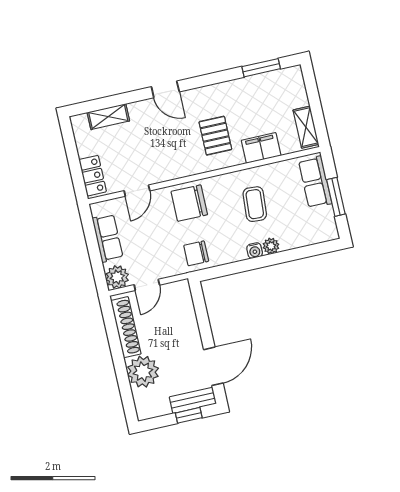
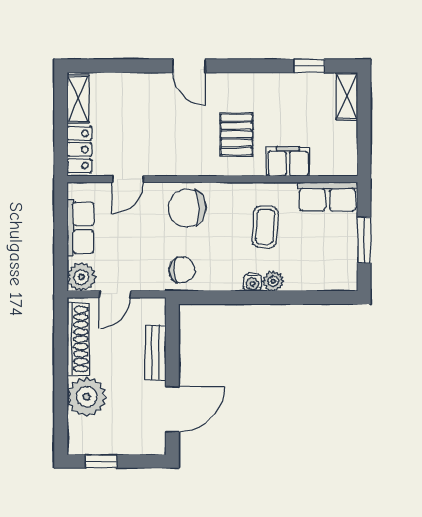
window: (261, 68) -> (309, 66), width x0.67
shelving: (108, 117) -> (78, 99), moved, turned 90
shelving: (306, 127) -> (347, 96), moved
row of seats: (315, 182) -> (327, 197), moved, turned -90
chair: (196, 253) -> (182, 270), turned 180
bench: (193, 400) -> (155, 353), moved, turned 90
window: (189, 415) -> (101, 461), moved

